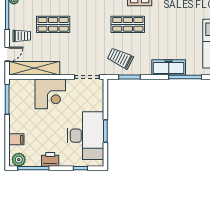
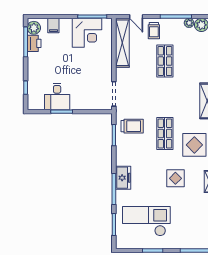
display table: (174, 14) -> (175, 178), added
trolley: (120, 58) -> (132, 126), turned 64
freezer: (169, 67) -> (123, 178), width x0.71
corner desk: (50, 94) -> (87, 33), moved, turned -90
desk: (86, 136) -> (57, 97), width x0.53, depth x0.77
printer: (50, 159) -> (34, 43), moved

